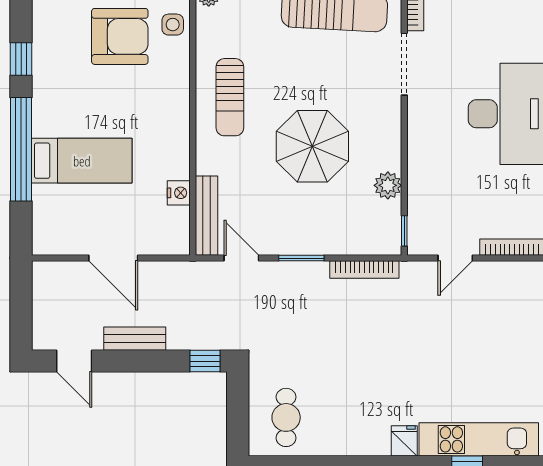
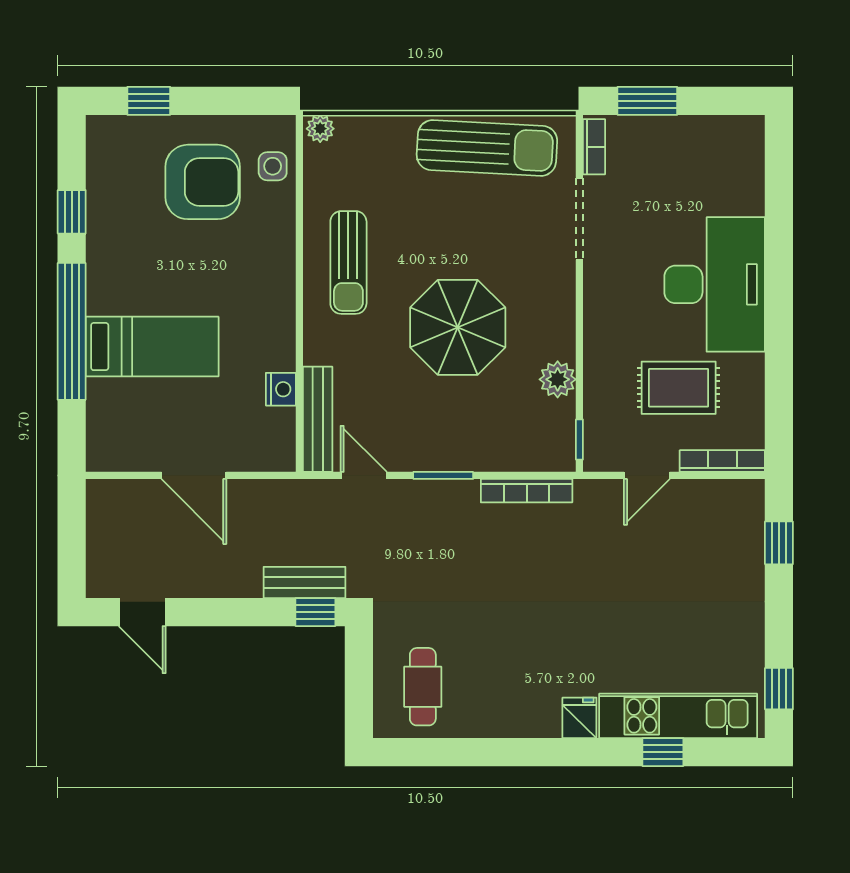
rug: (479, 192) -> (679, 388), added
bench: (135, 339) -> (304, 582), moved

